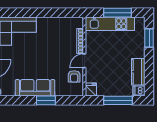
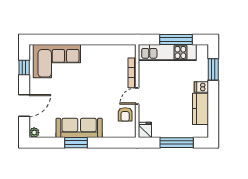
dishwasher: (139, 90) -> (201, 87), moved
window: (46, 100) -> (76, 143), moved

